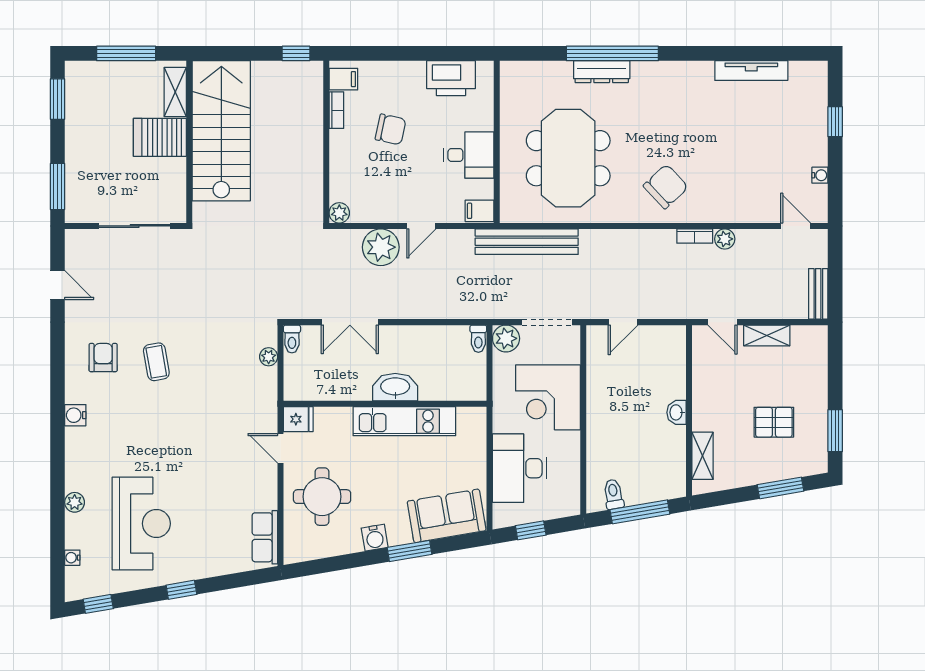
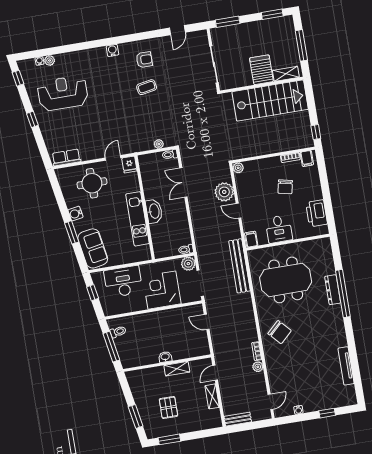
shelving: (703, 456) -> (177, 369), moved
plant: (75, 502) -> (50, 60), moved
reception desk: (141, 524) -> (63, 93), turned 180

